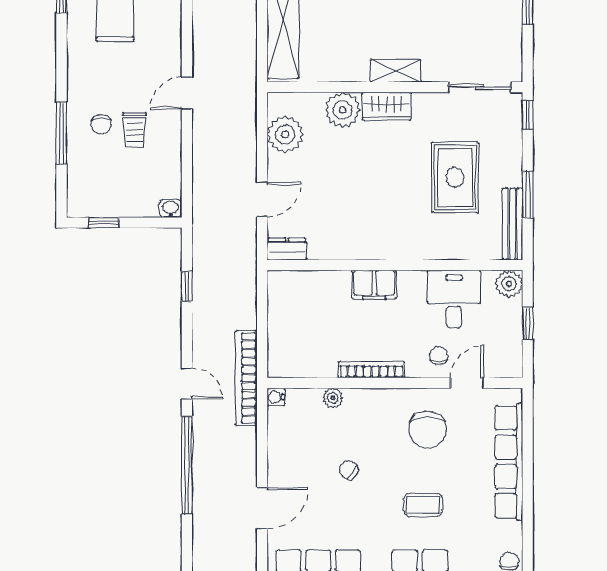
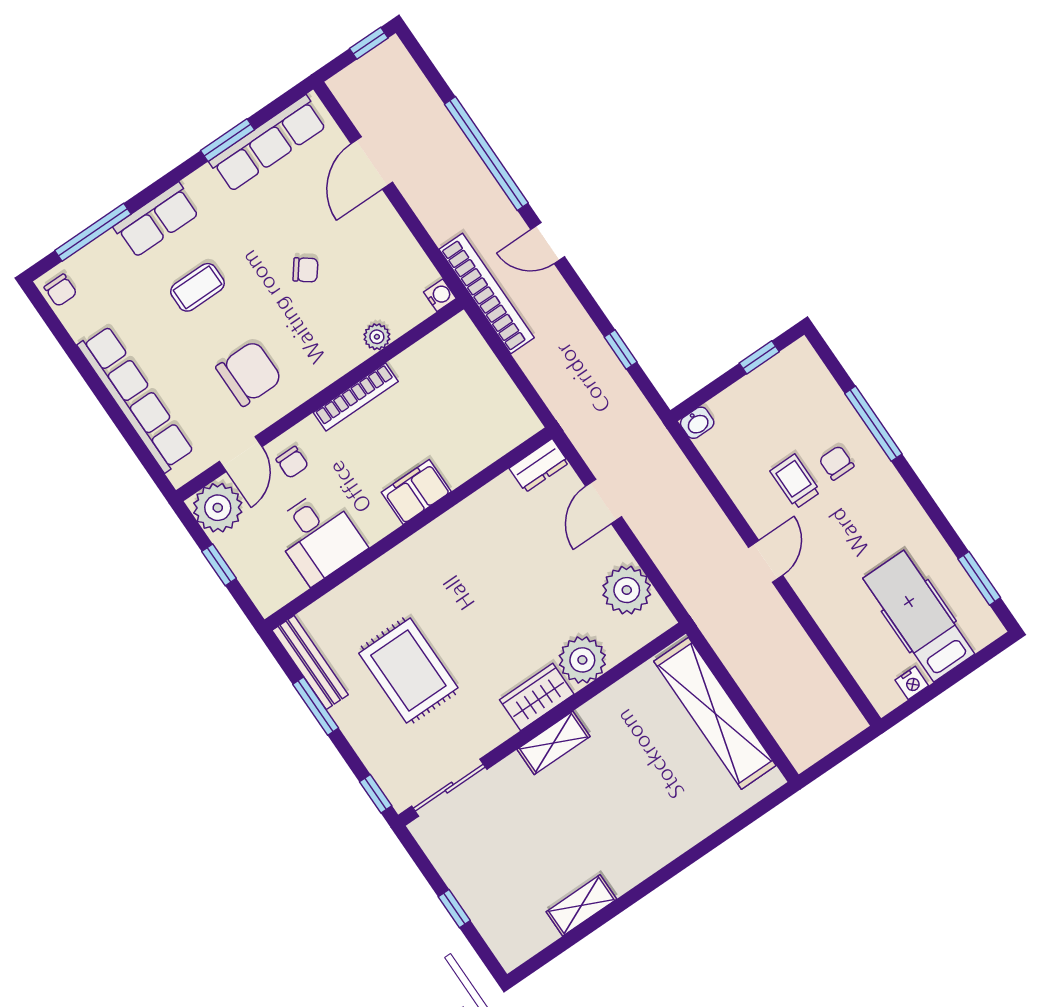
plant: (509, 284) -> (218, 508), moved, width x1.36, depth x1.36
chair: (428, 430) -> (249, 373), turned 90

